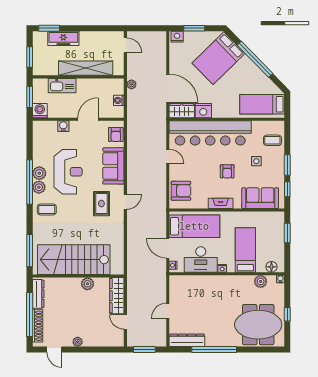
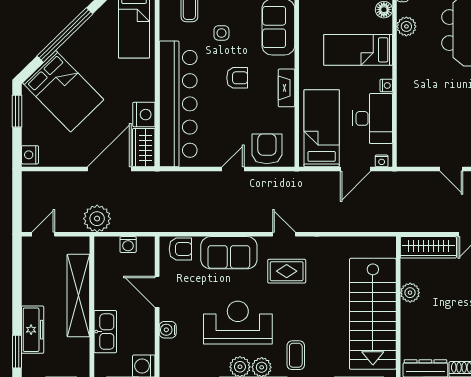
window: (194, 28) -> (17, 111), moved
plant: (132, 84) -> (97, 219), width x1.87, depth x1.87
door: (168, 156) -> (233, 169), moved

